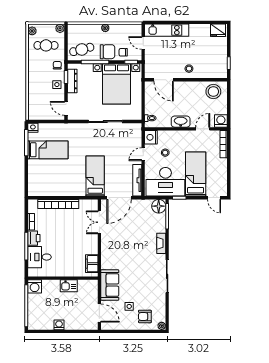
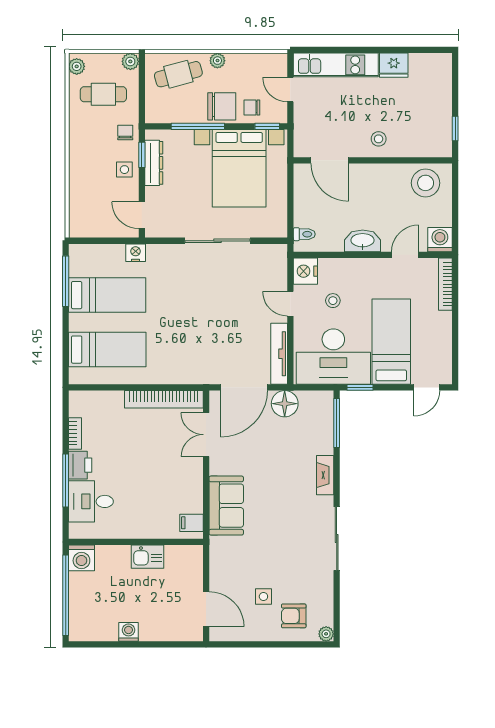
fridge: (218, 30) -> (394, 65), moved
cafe table: (82, 49) -> (178, 74), moved
nightstand: (33, 128) -> (136, 253), moved
door: (143, 154) -> (290, 304), hinge flipped
bed: (95, 176) -> (107, 350), moved, turned 90
door: (214, 198) -> (427, 387), hinge flipped
bookcase: (58, 204) -> (164, 399), moved
floor lamp: (159, 206) -> (285, 404), moved
filing cabinet: (92, 264) -> (191, 523), width x0.50
sofa: (110, 285) -> (226, 506), moved

